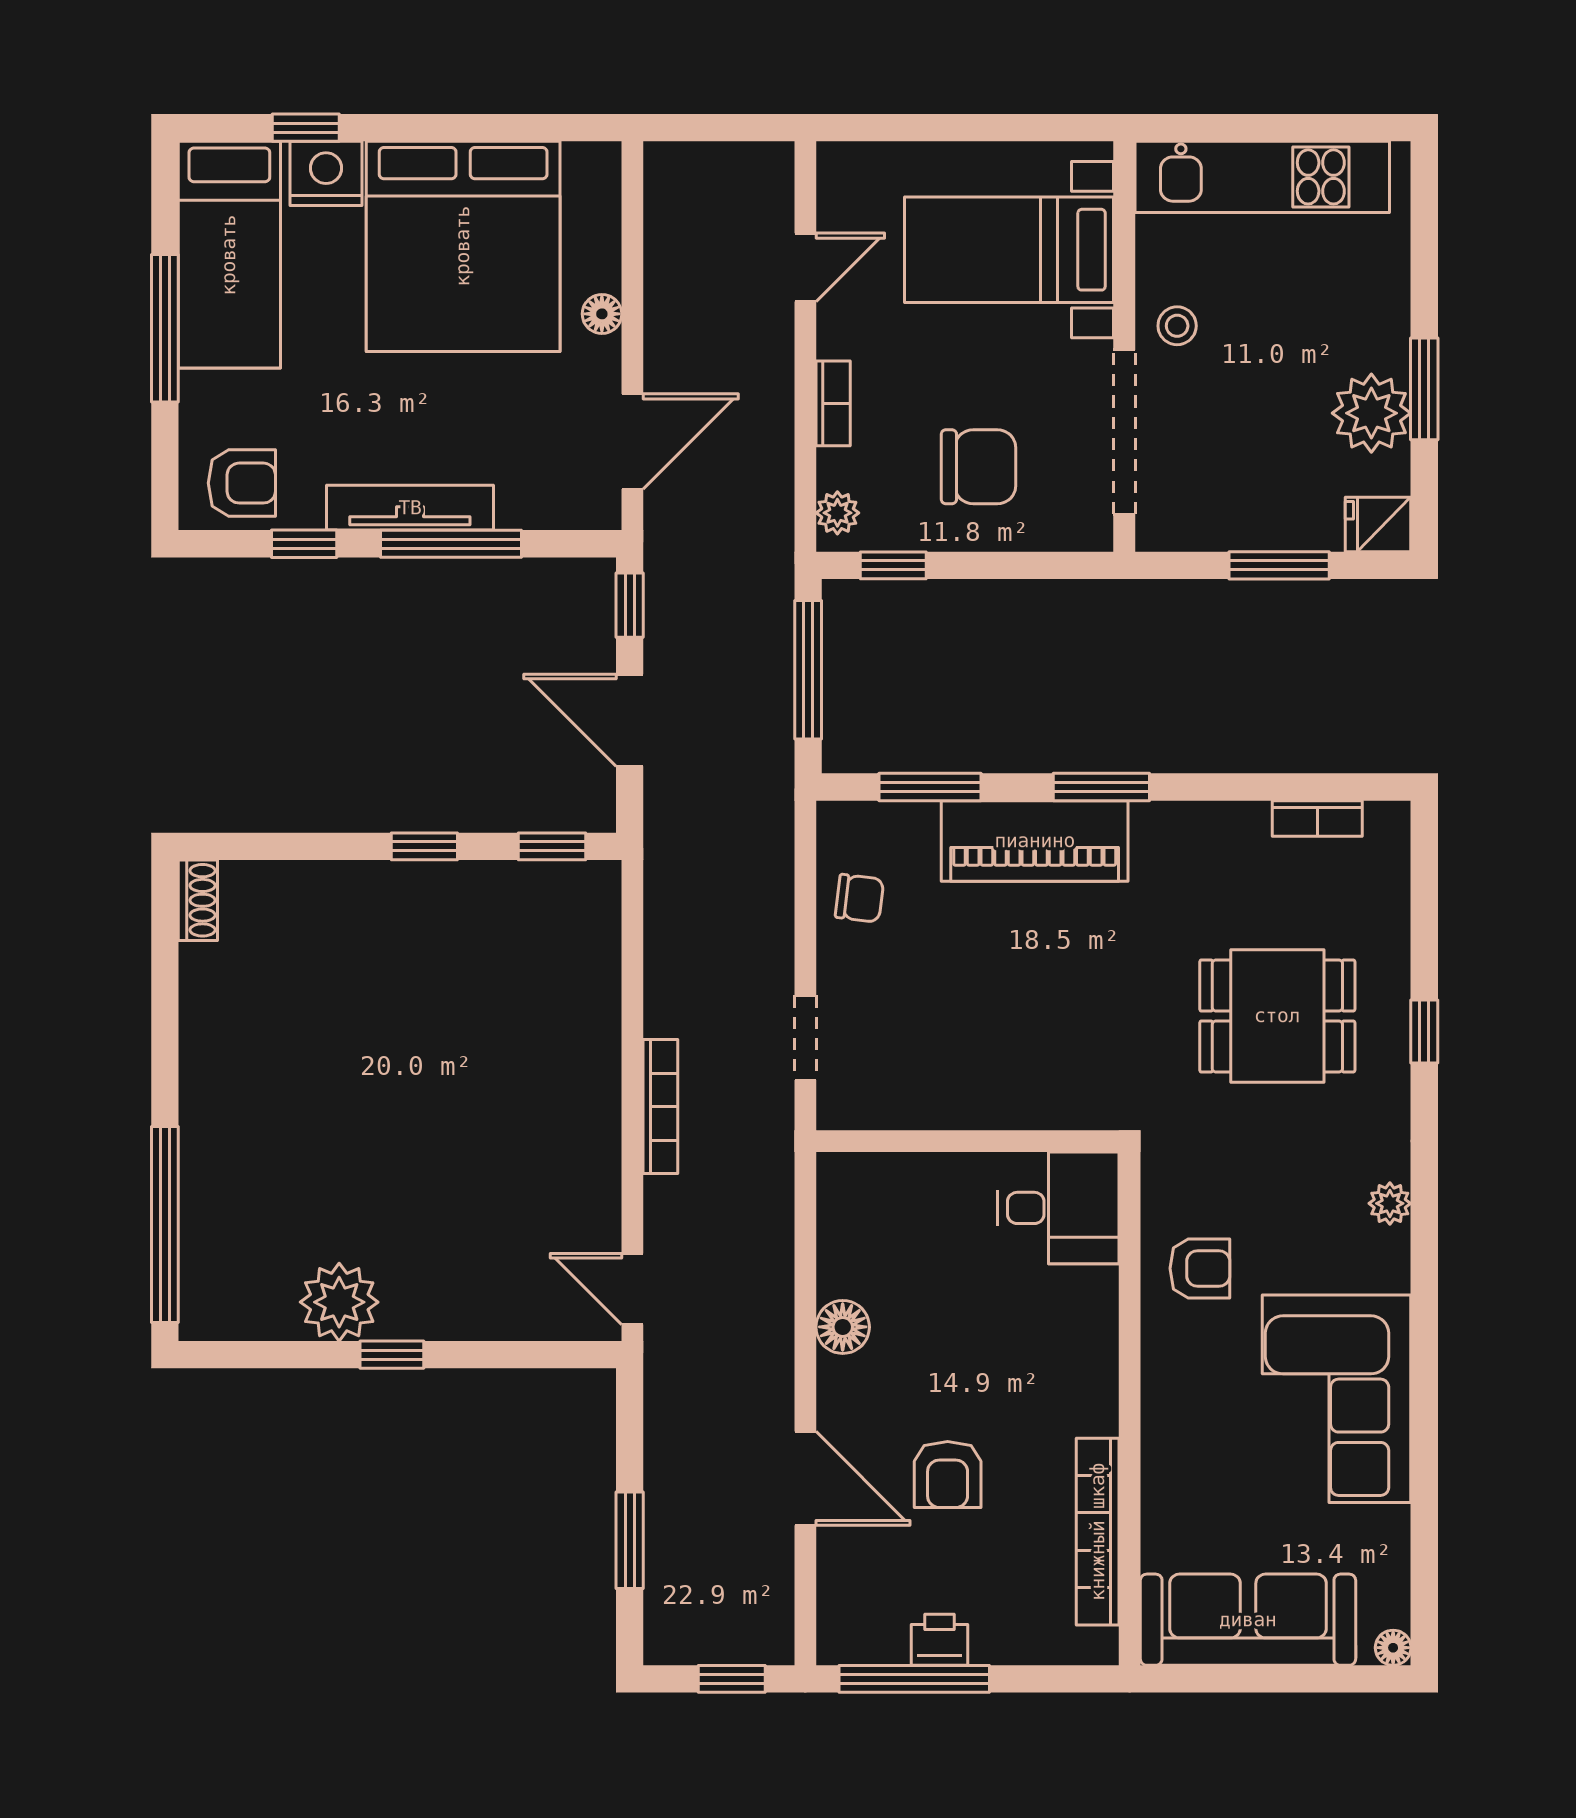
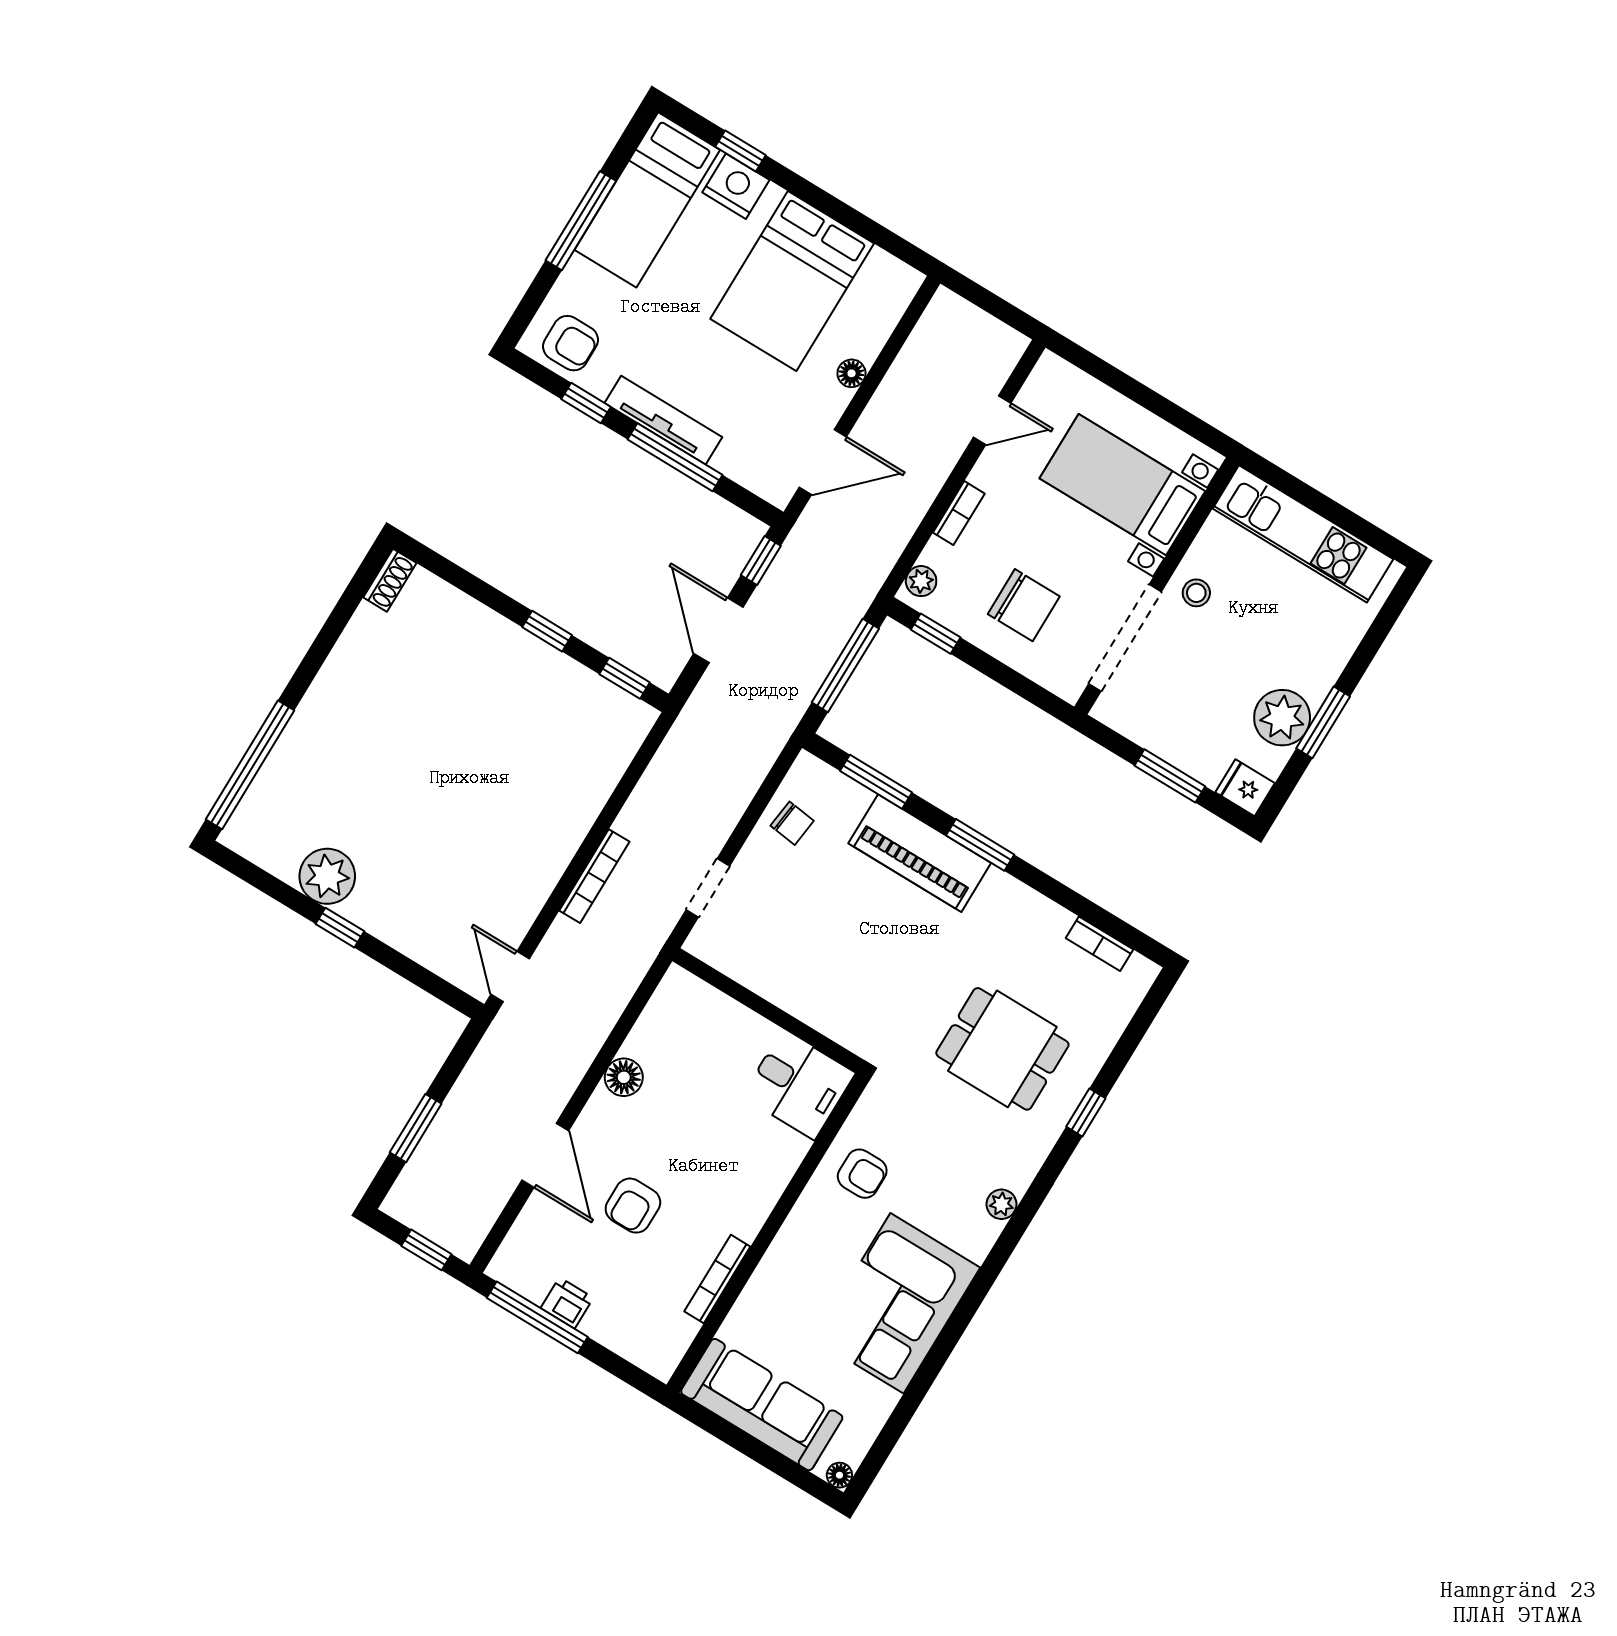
bed: (463, 246) -> (792, 281), width x0.73
bookcase: (1098, 1532) -> (717, 1279), width x0.68, depth x0.76

